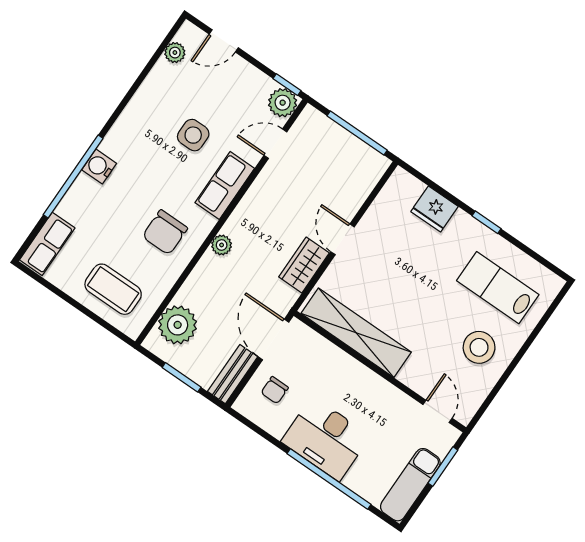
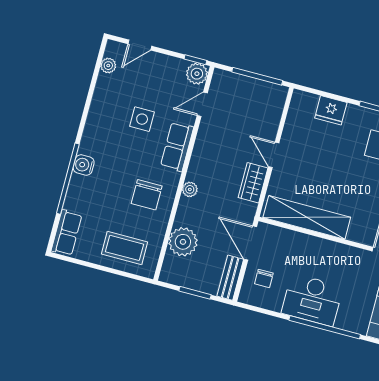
plant: (178, 325) -> (183, 242), moved

